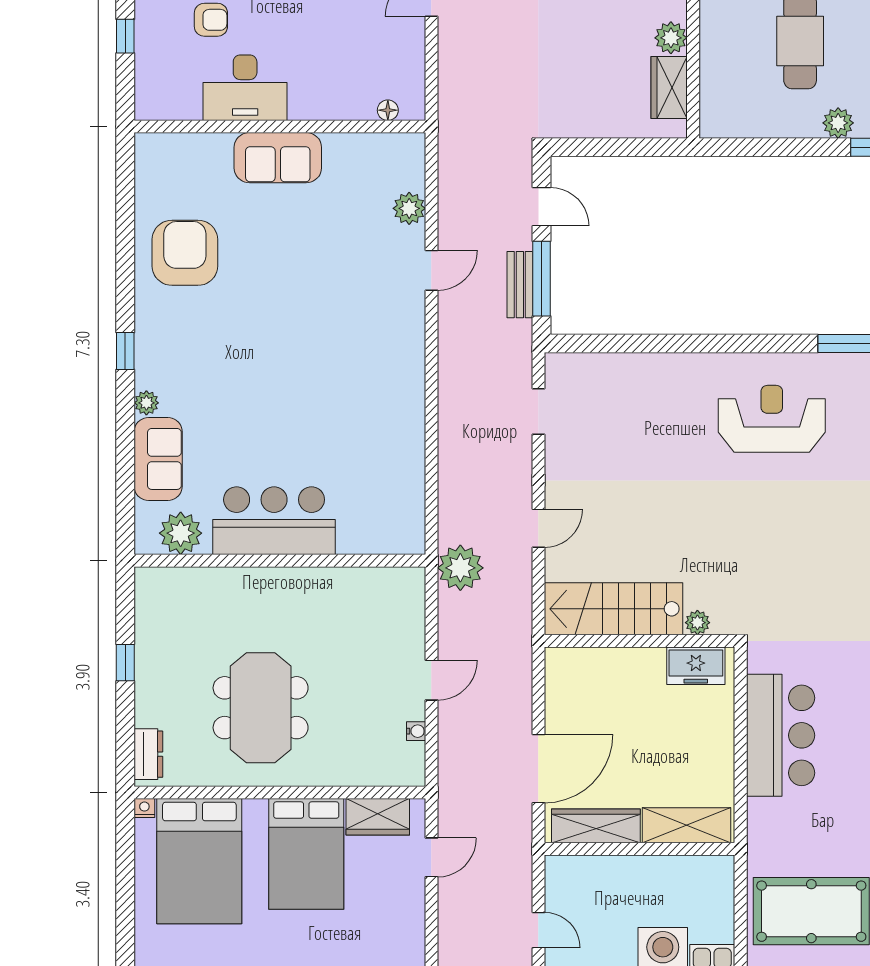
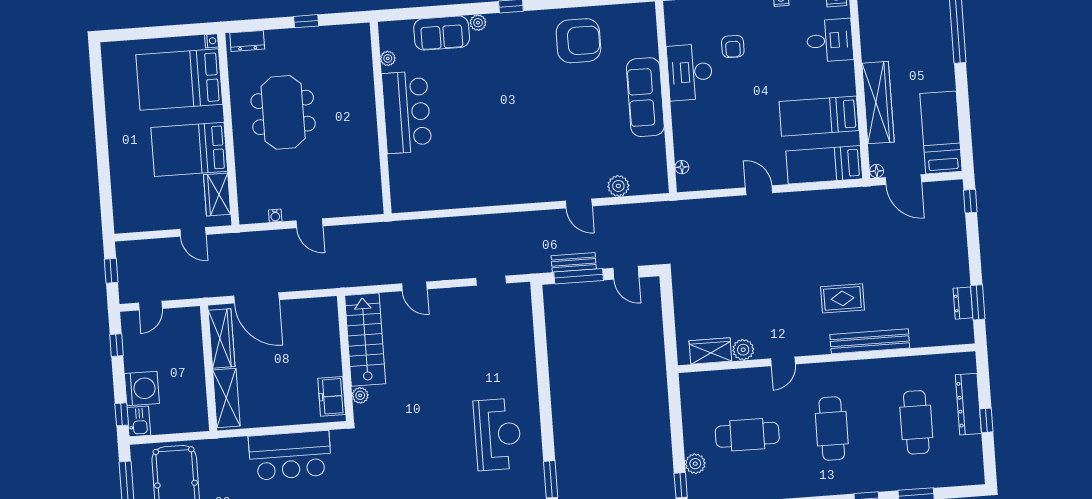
sofa: (278, 158) -> (645, 97), width x1.36
door: (541, 207) -> (626, 273), hinge flipped
plant: (181, 533) -> (388, 58), width x0.53, depth x0.53
plant: (460, 568) -> (385, 237), removed
meeting table: (261, 708) -> (283, 112), turned 90

